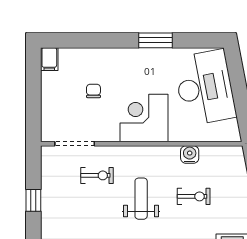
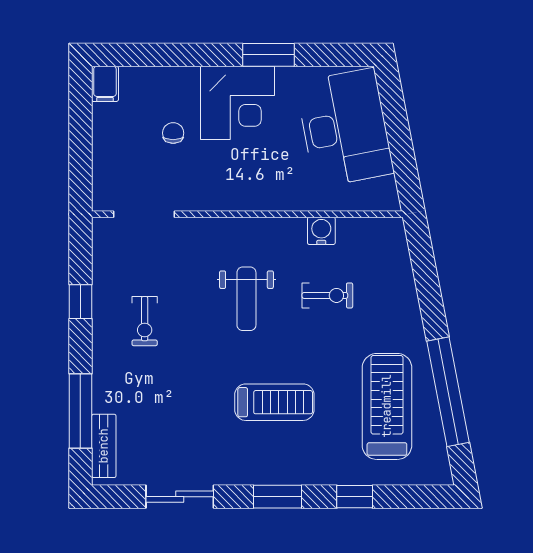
corner desk: (144, 118) -> (238, 103), moved, turned 180
exercise bike: (97, 175) -> (145, 321), moved, turned 90
weight bench: (141, 199) -> (246, 299), turned 180

